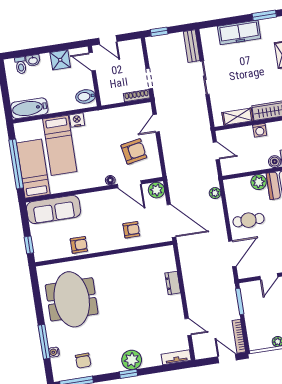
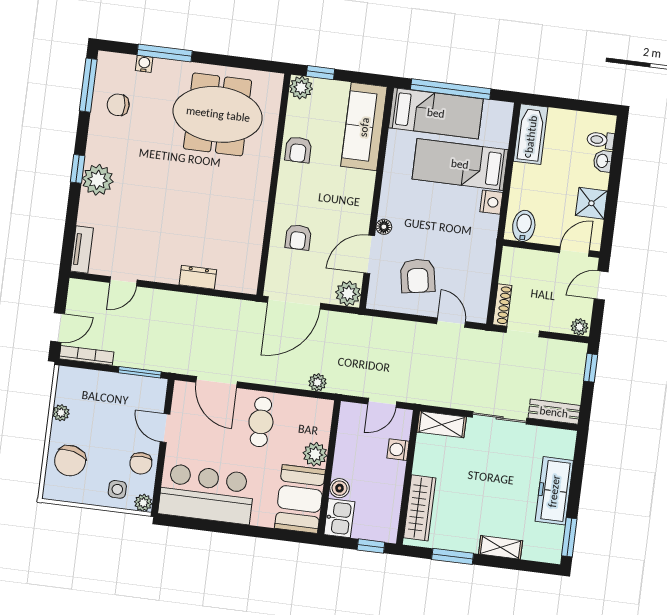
plant: (136, 46) -> (580, 327), added
shelving: (238, 117) -> (442, 424), moved, turned 90
washing machine: (260, 130) -> (398, 450), moved
plant: (41, 254) -> (301, 88), added

